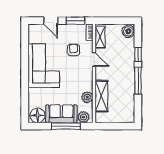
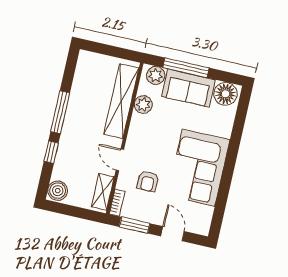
shelving: (101, 96) -> (121, 101), width x1.47

